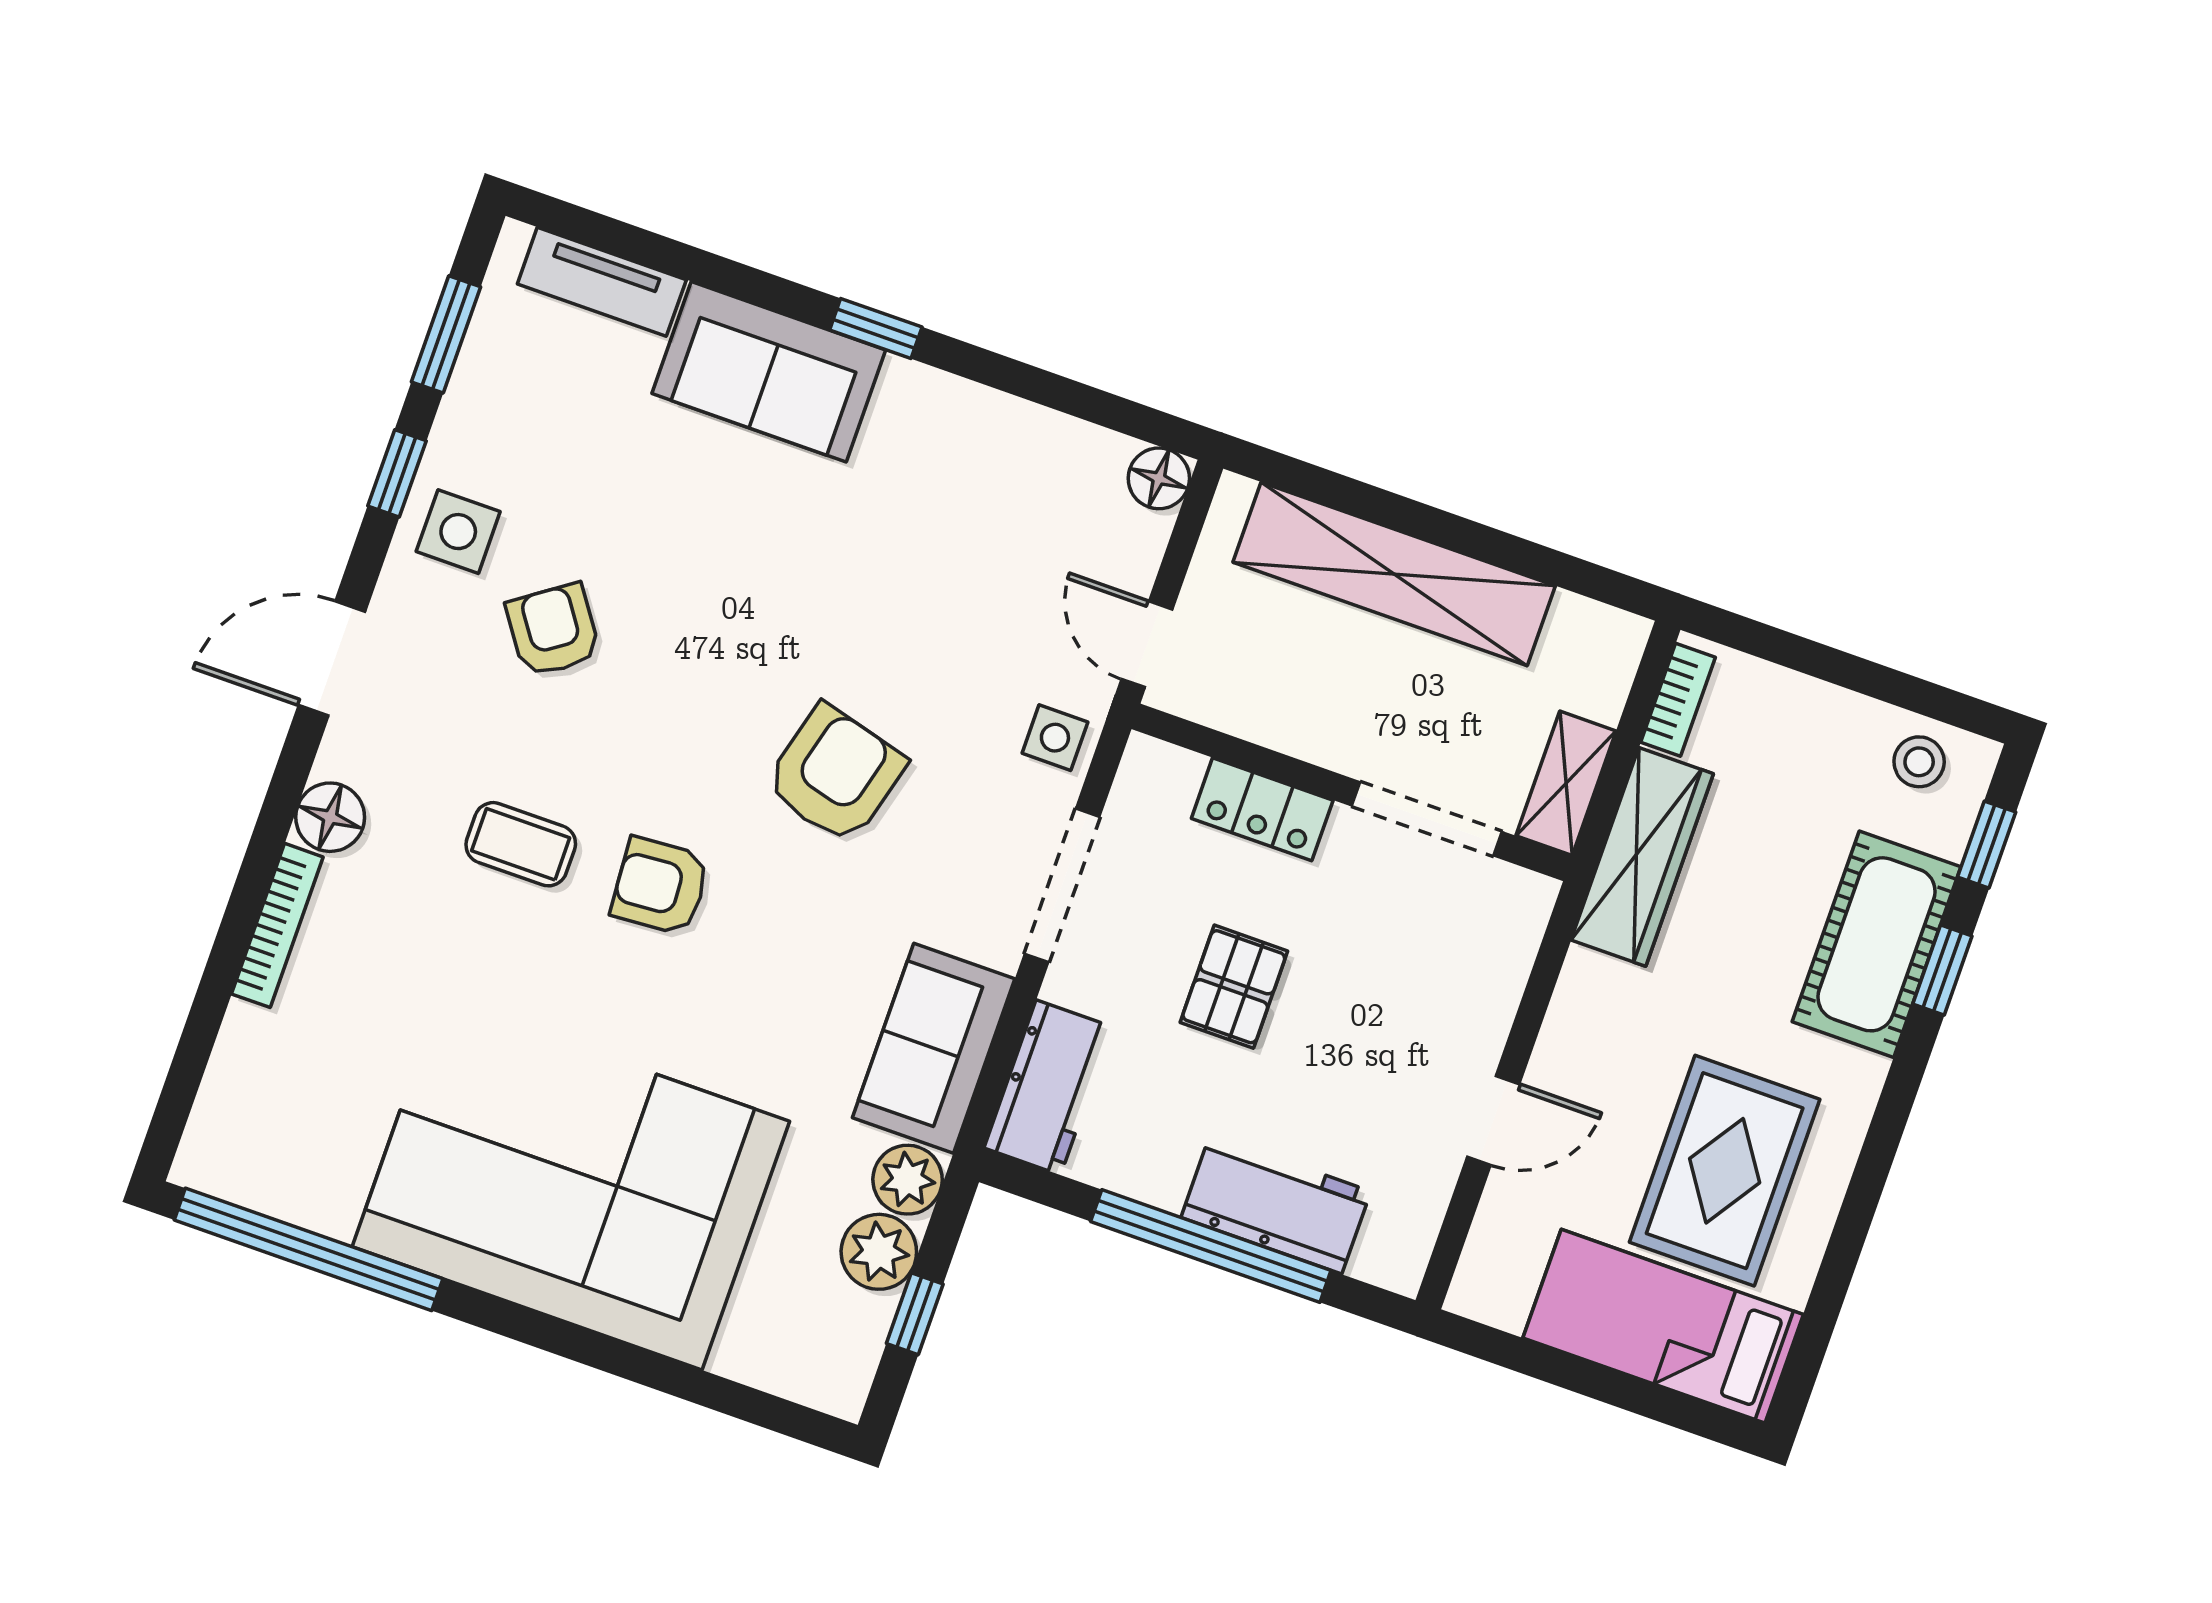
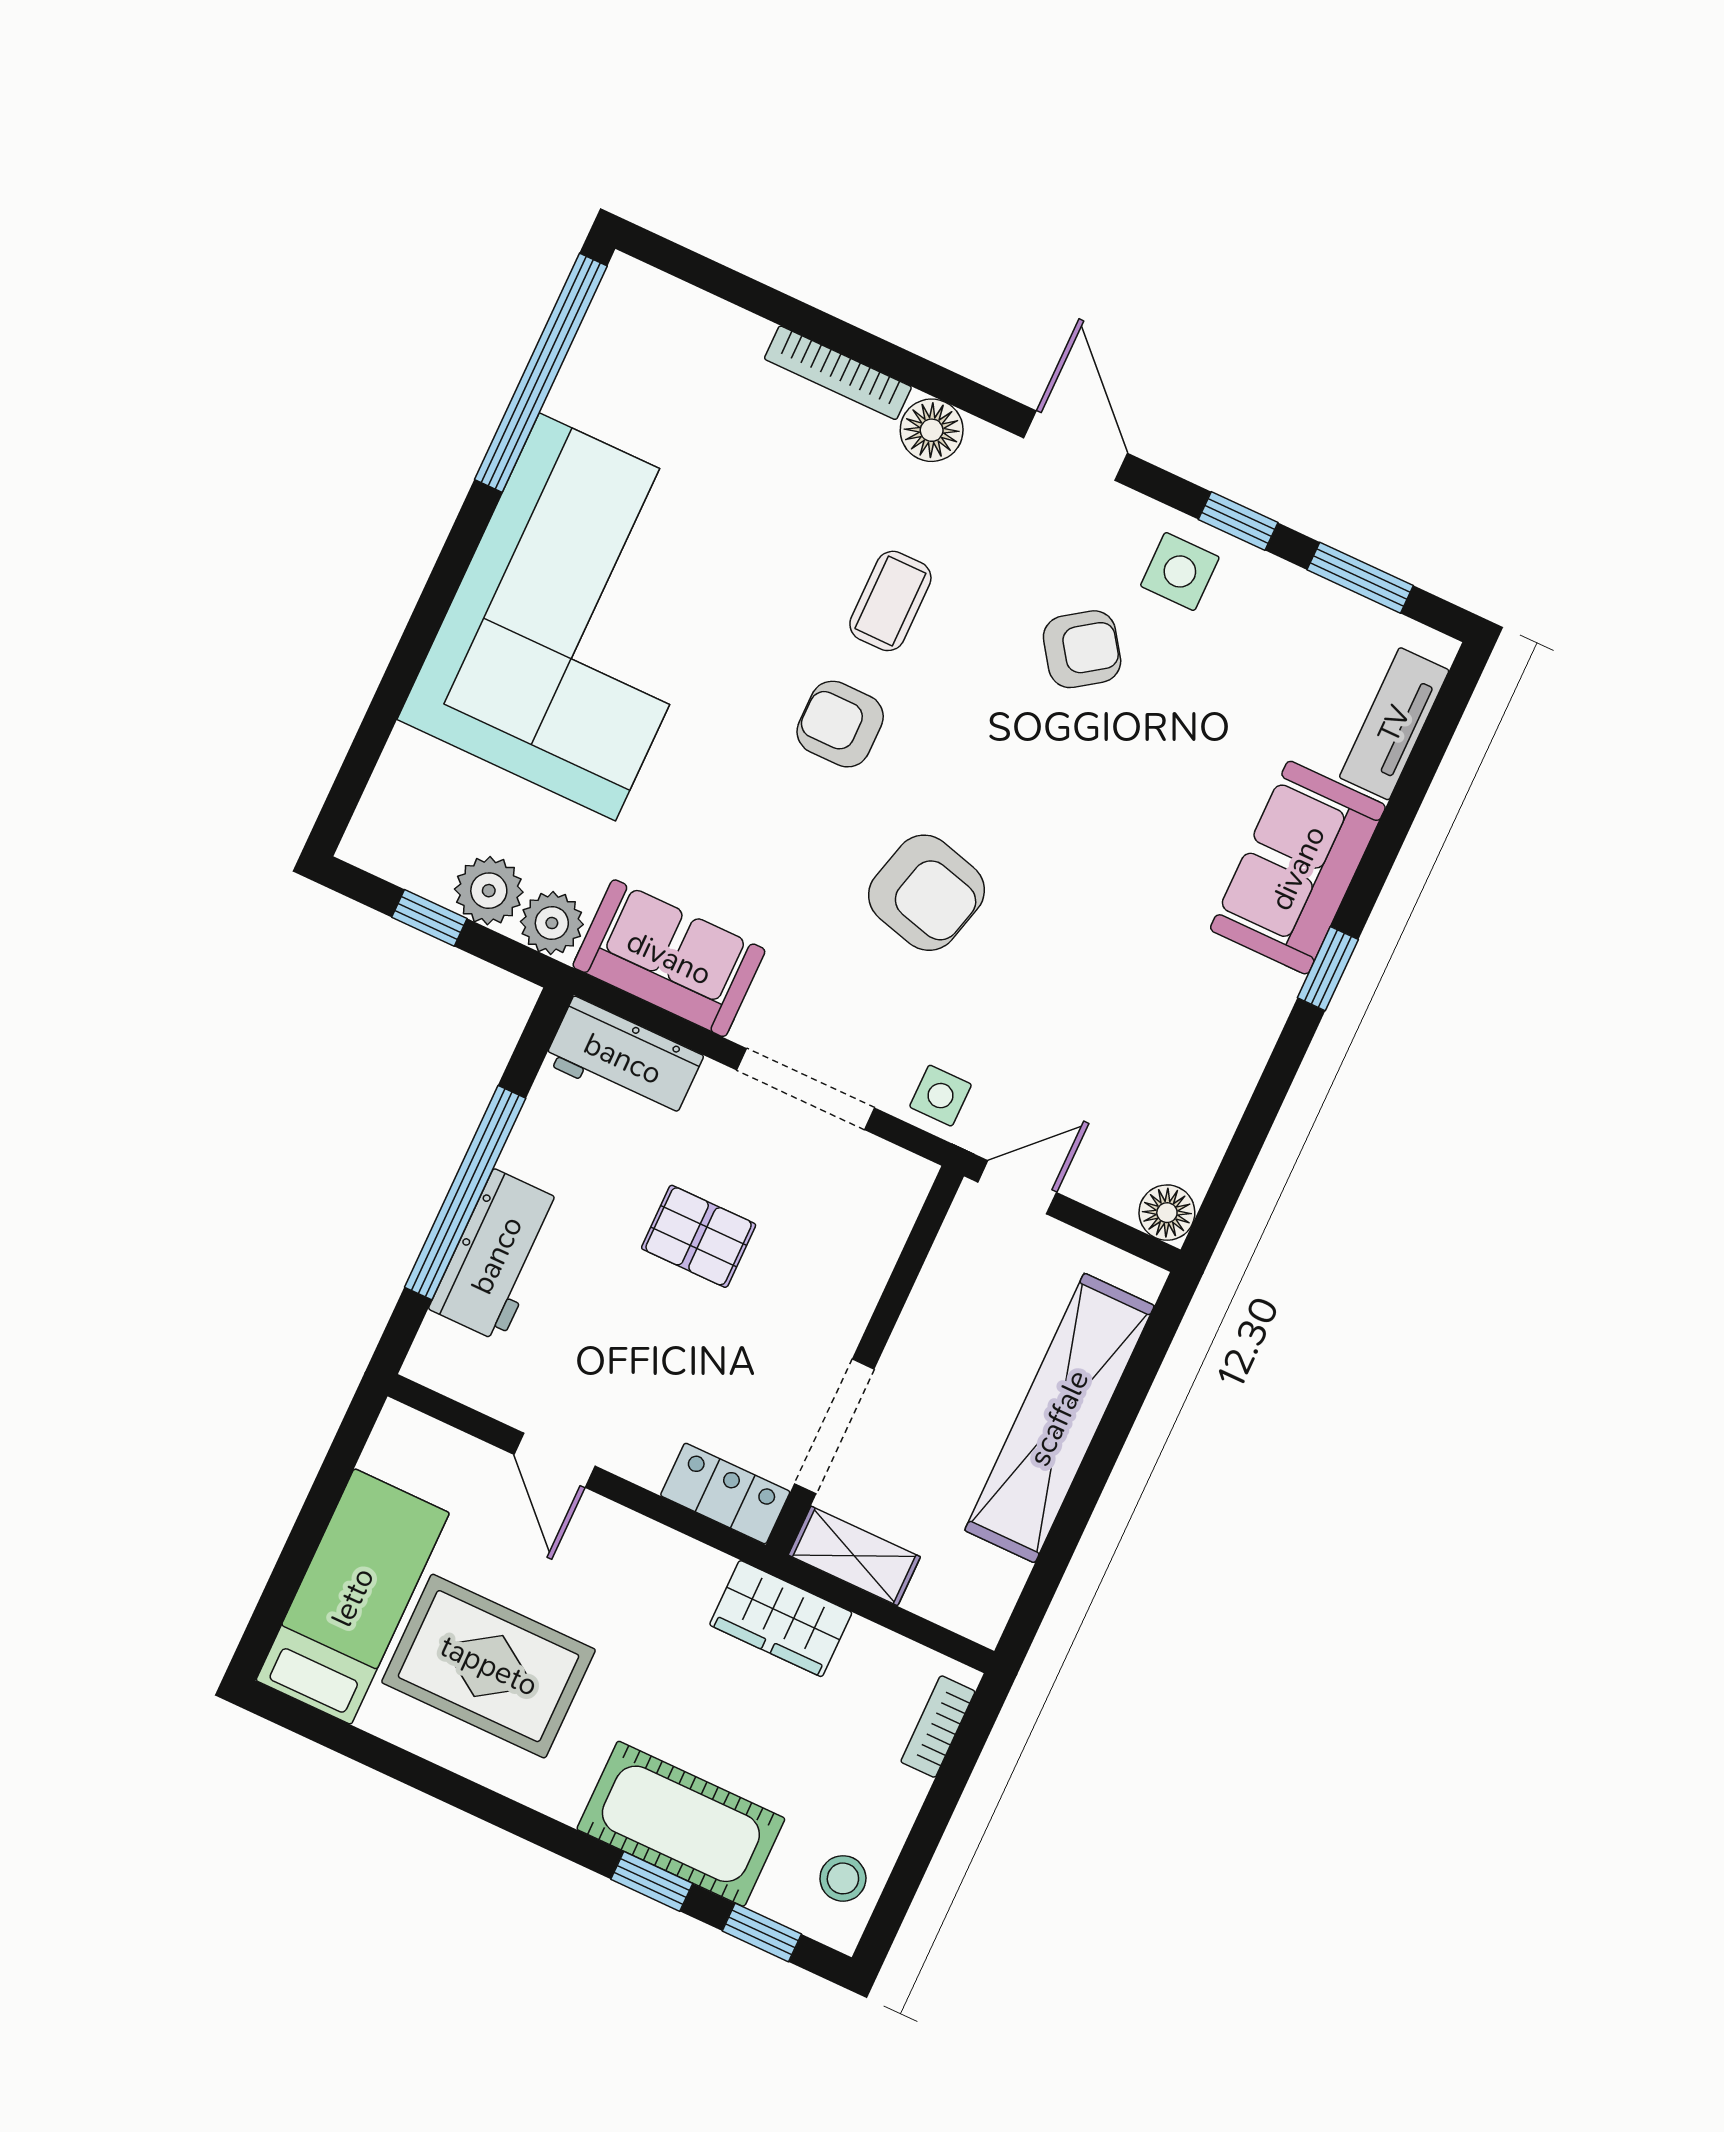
bookcase: (1678, 700) -> (938, 1727), moved, turned 90
locker: (1262, 809) -> (725, 1494), moved, turned 90
wardrobe: (1642, 857) -> (781, 1619), width x0.67
armchair: (660, 886) -> (840, 724), turned -86

